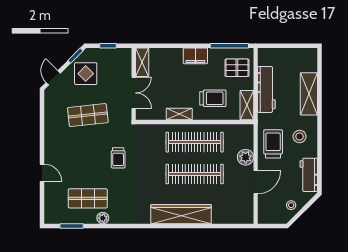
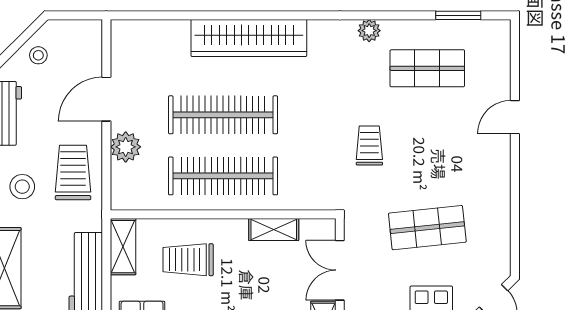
shelving: (179, 114) -> (274, 229), moved
trolley: (273, 144) -> (73, 173), turned 180
door: (42, 173) -> (515, 117), hinge flipped
plant: (103, 218) -> (369, 31), moved

